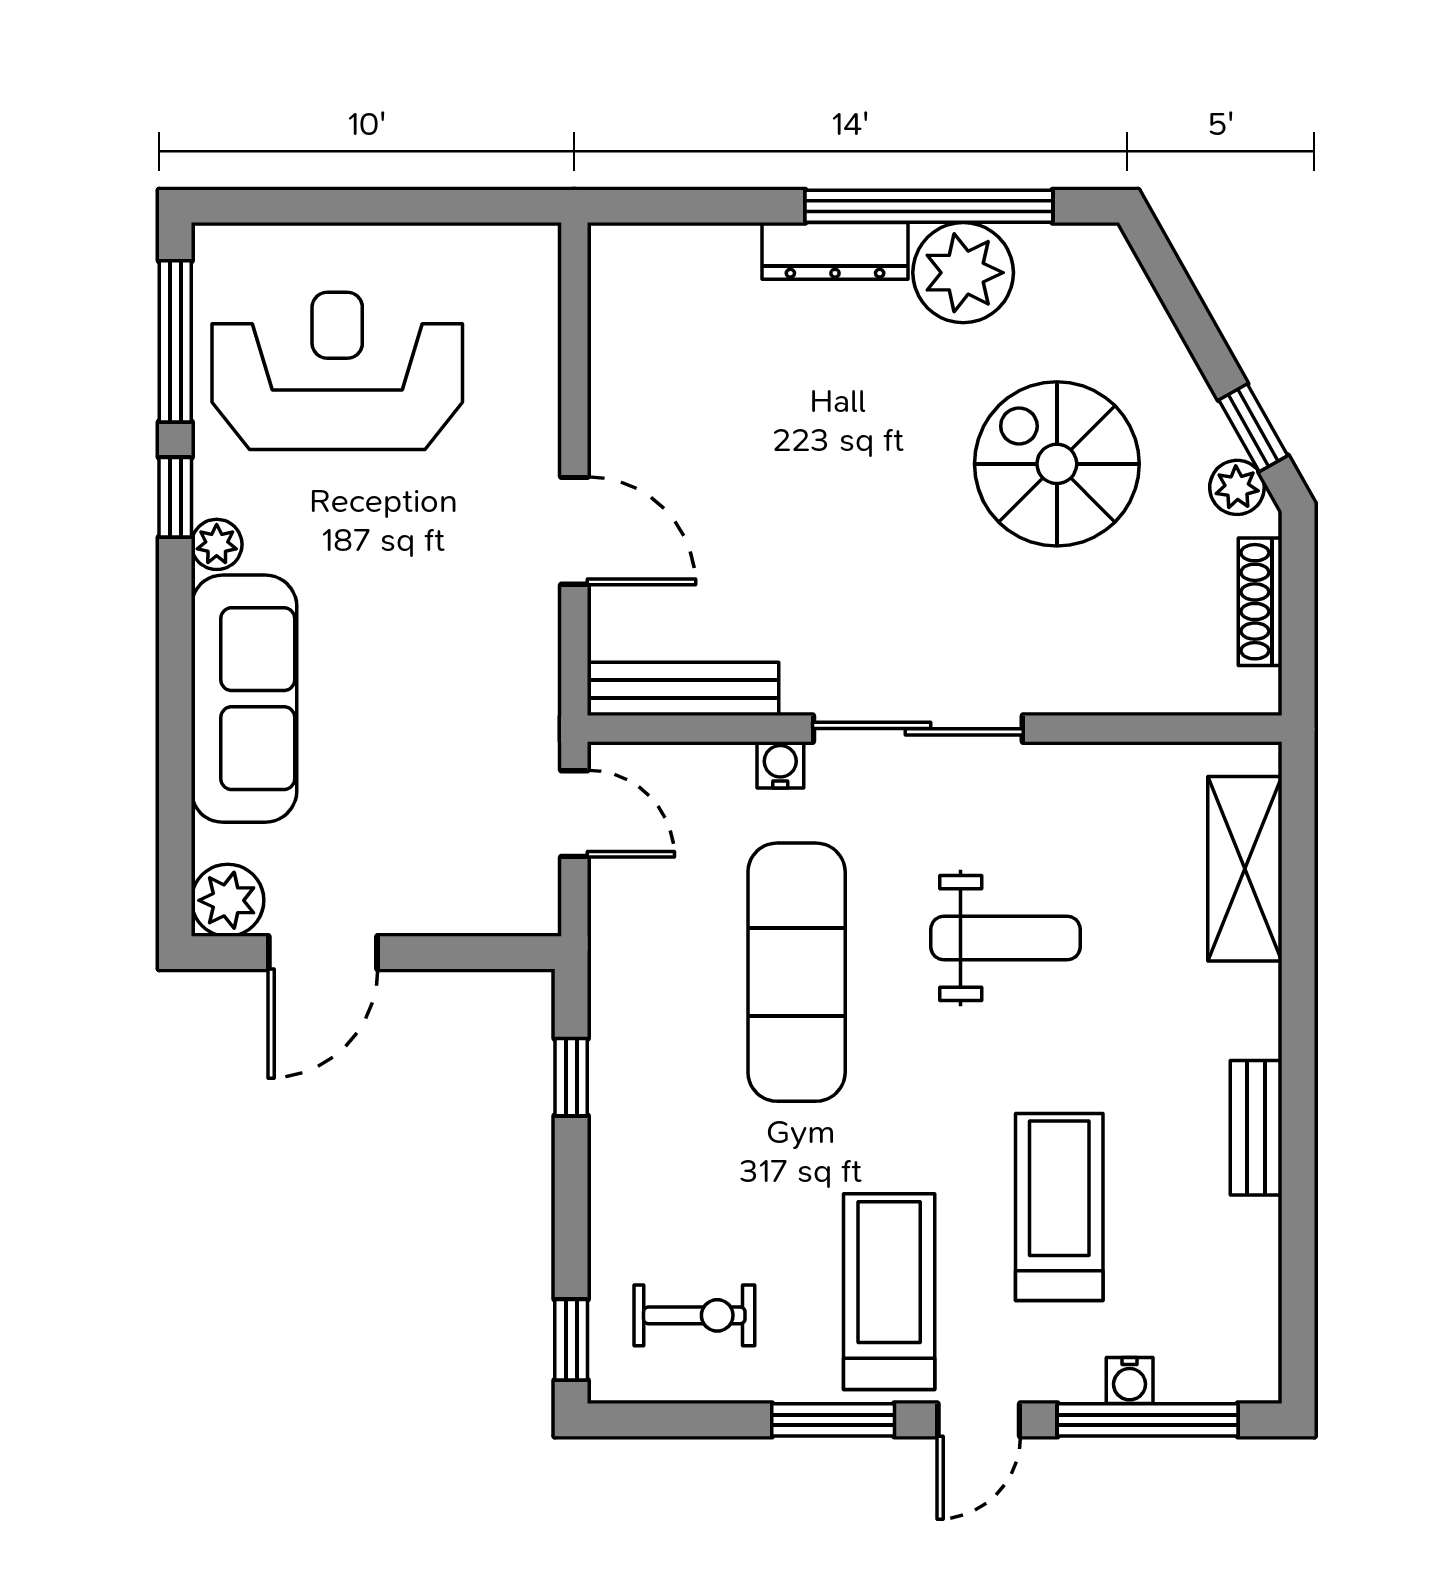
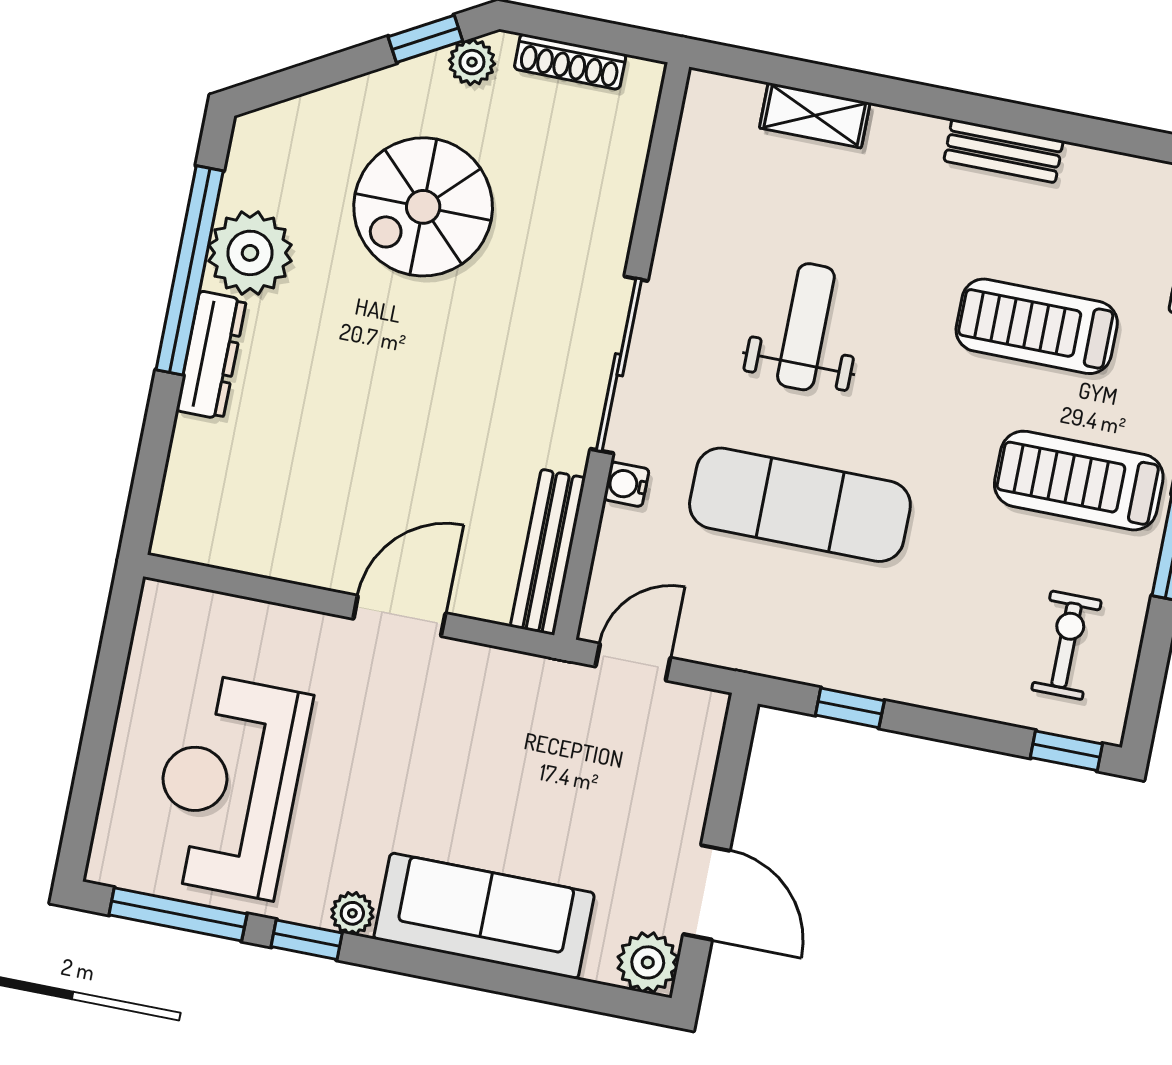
shelving: (1245, 869) -> (815, 115), width x0.67, depth x0.75

